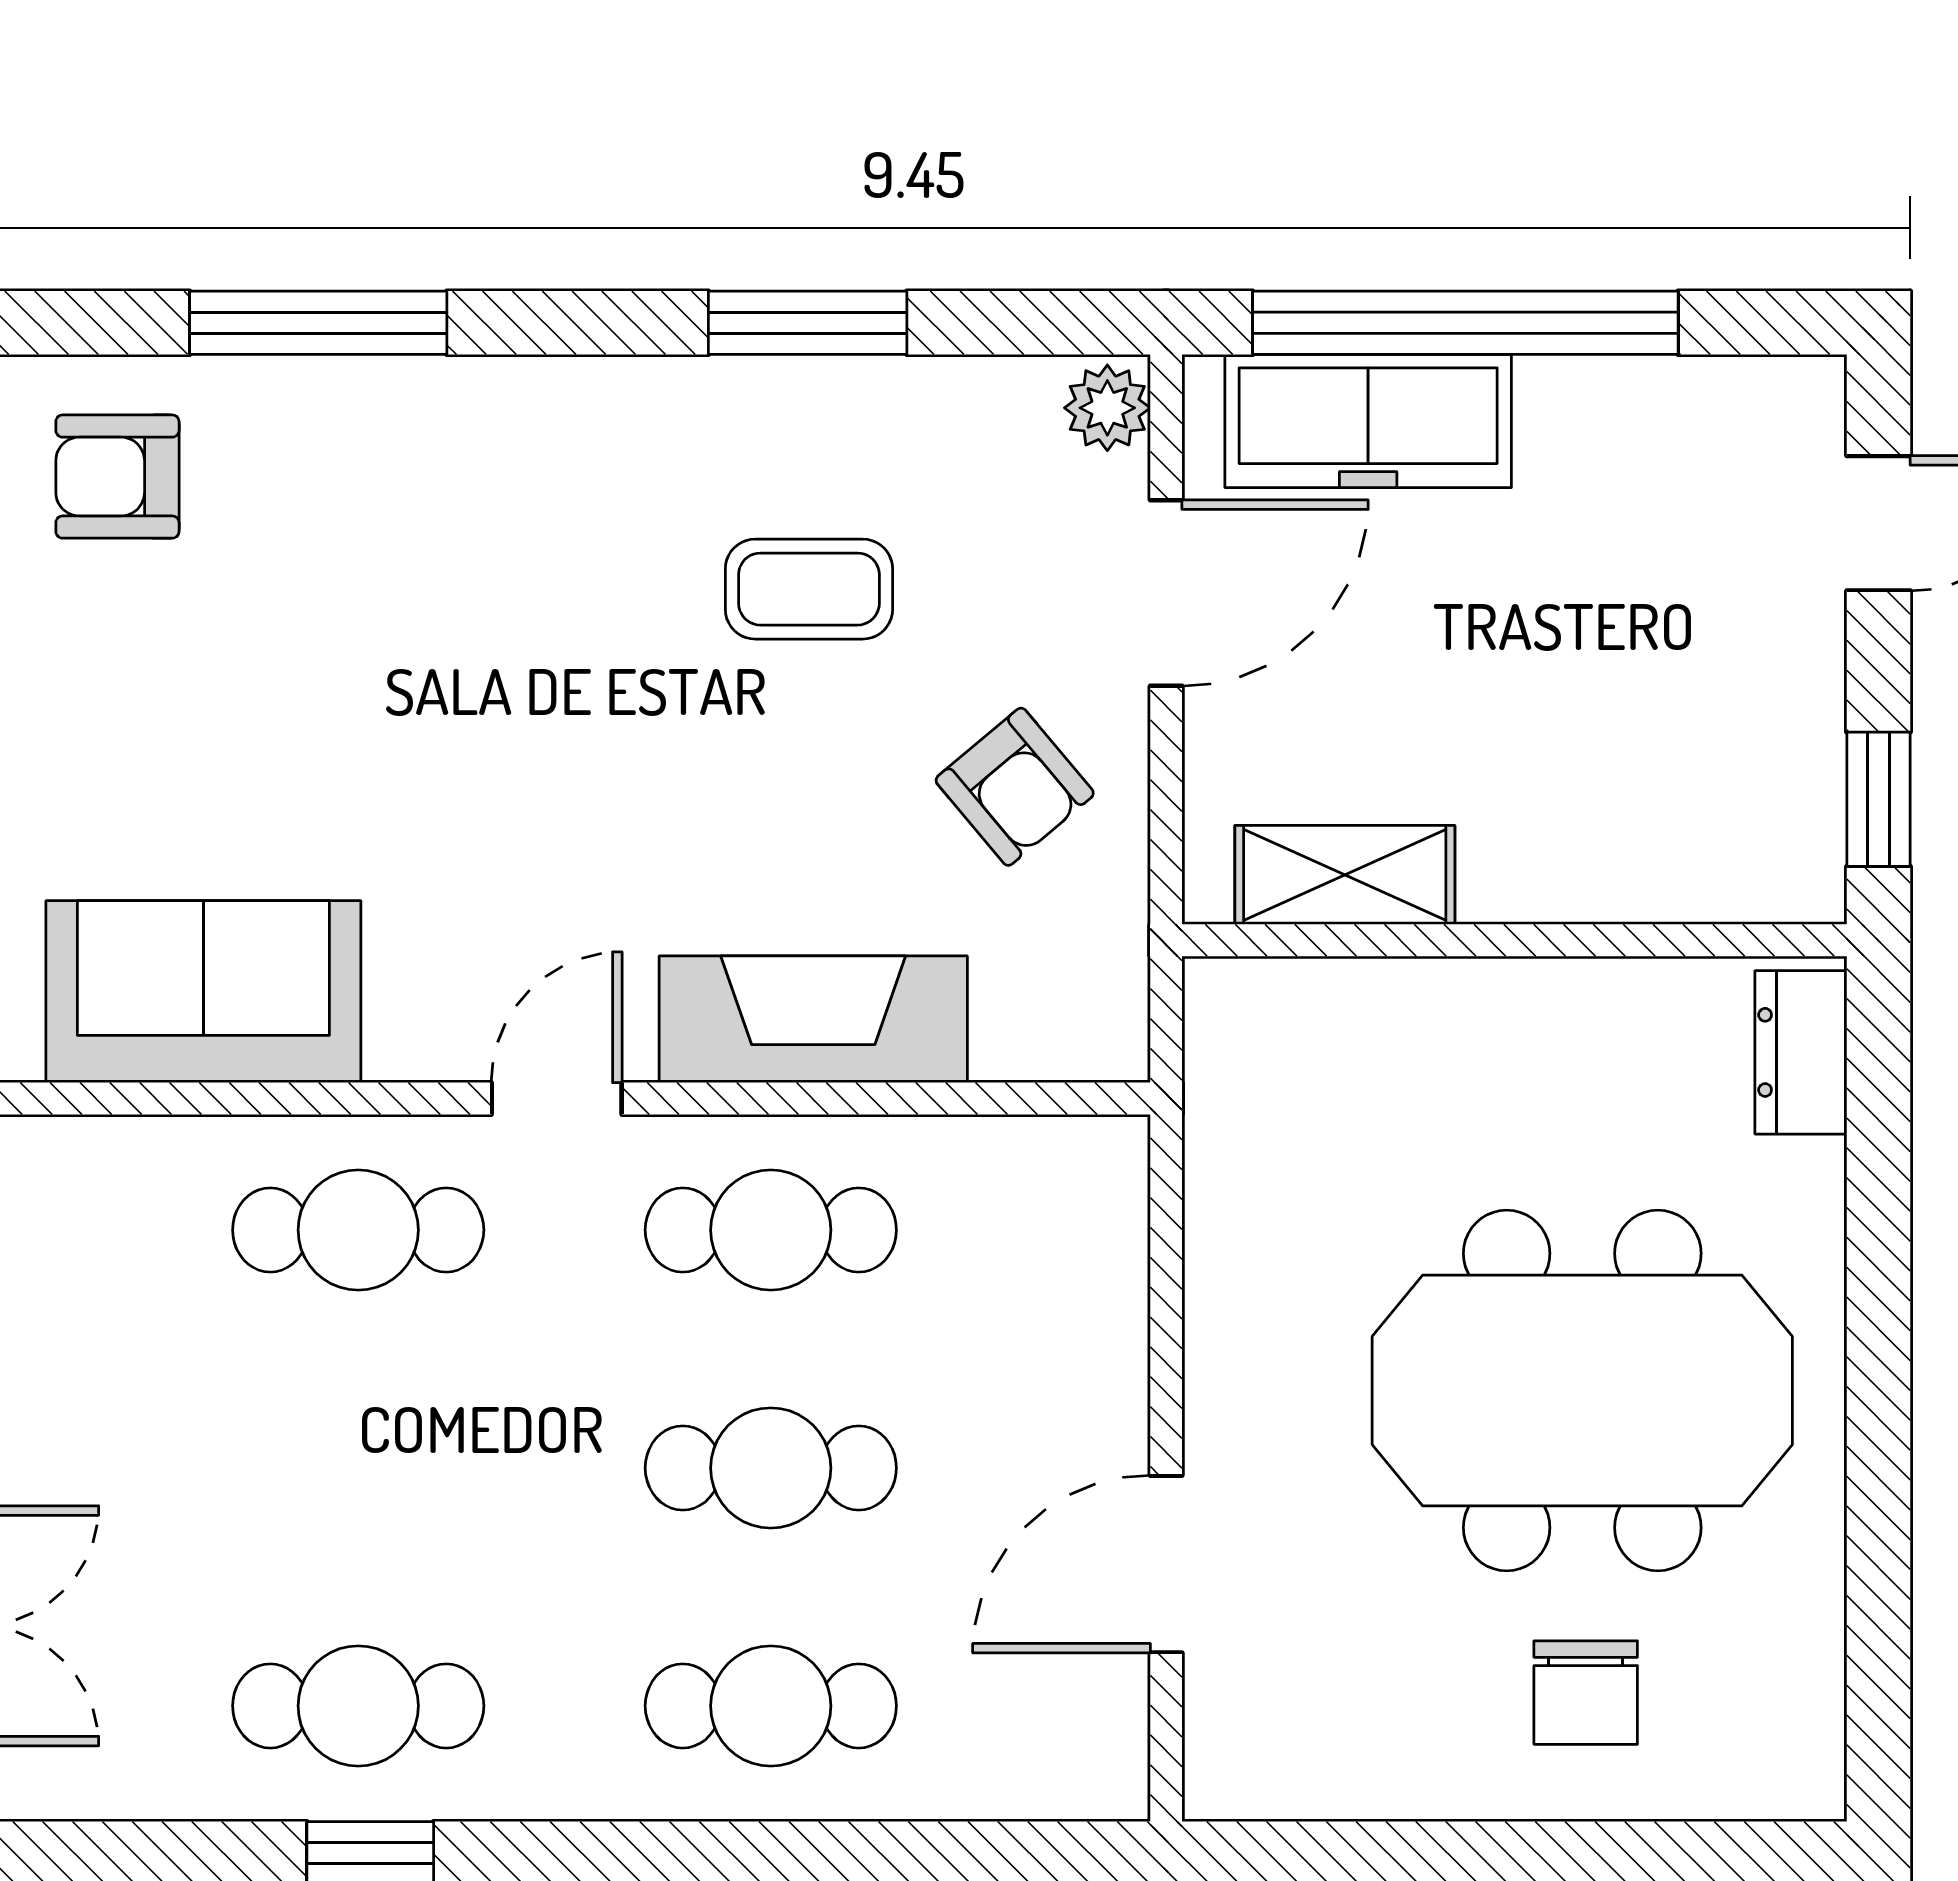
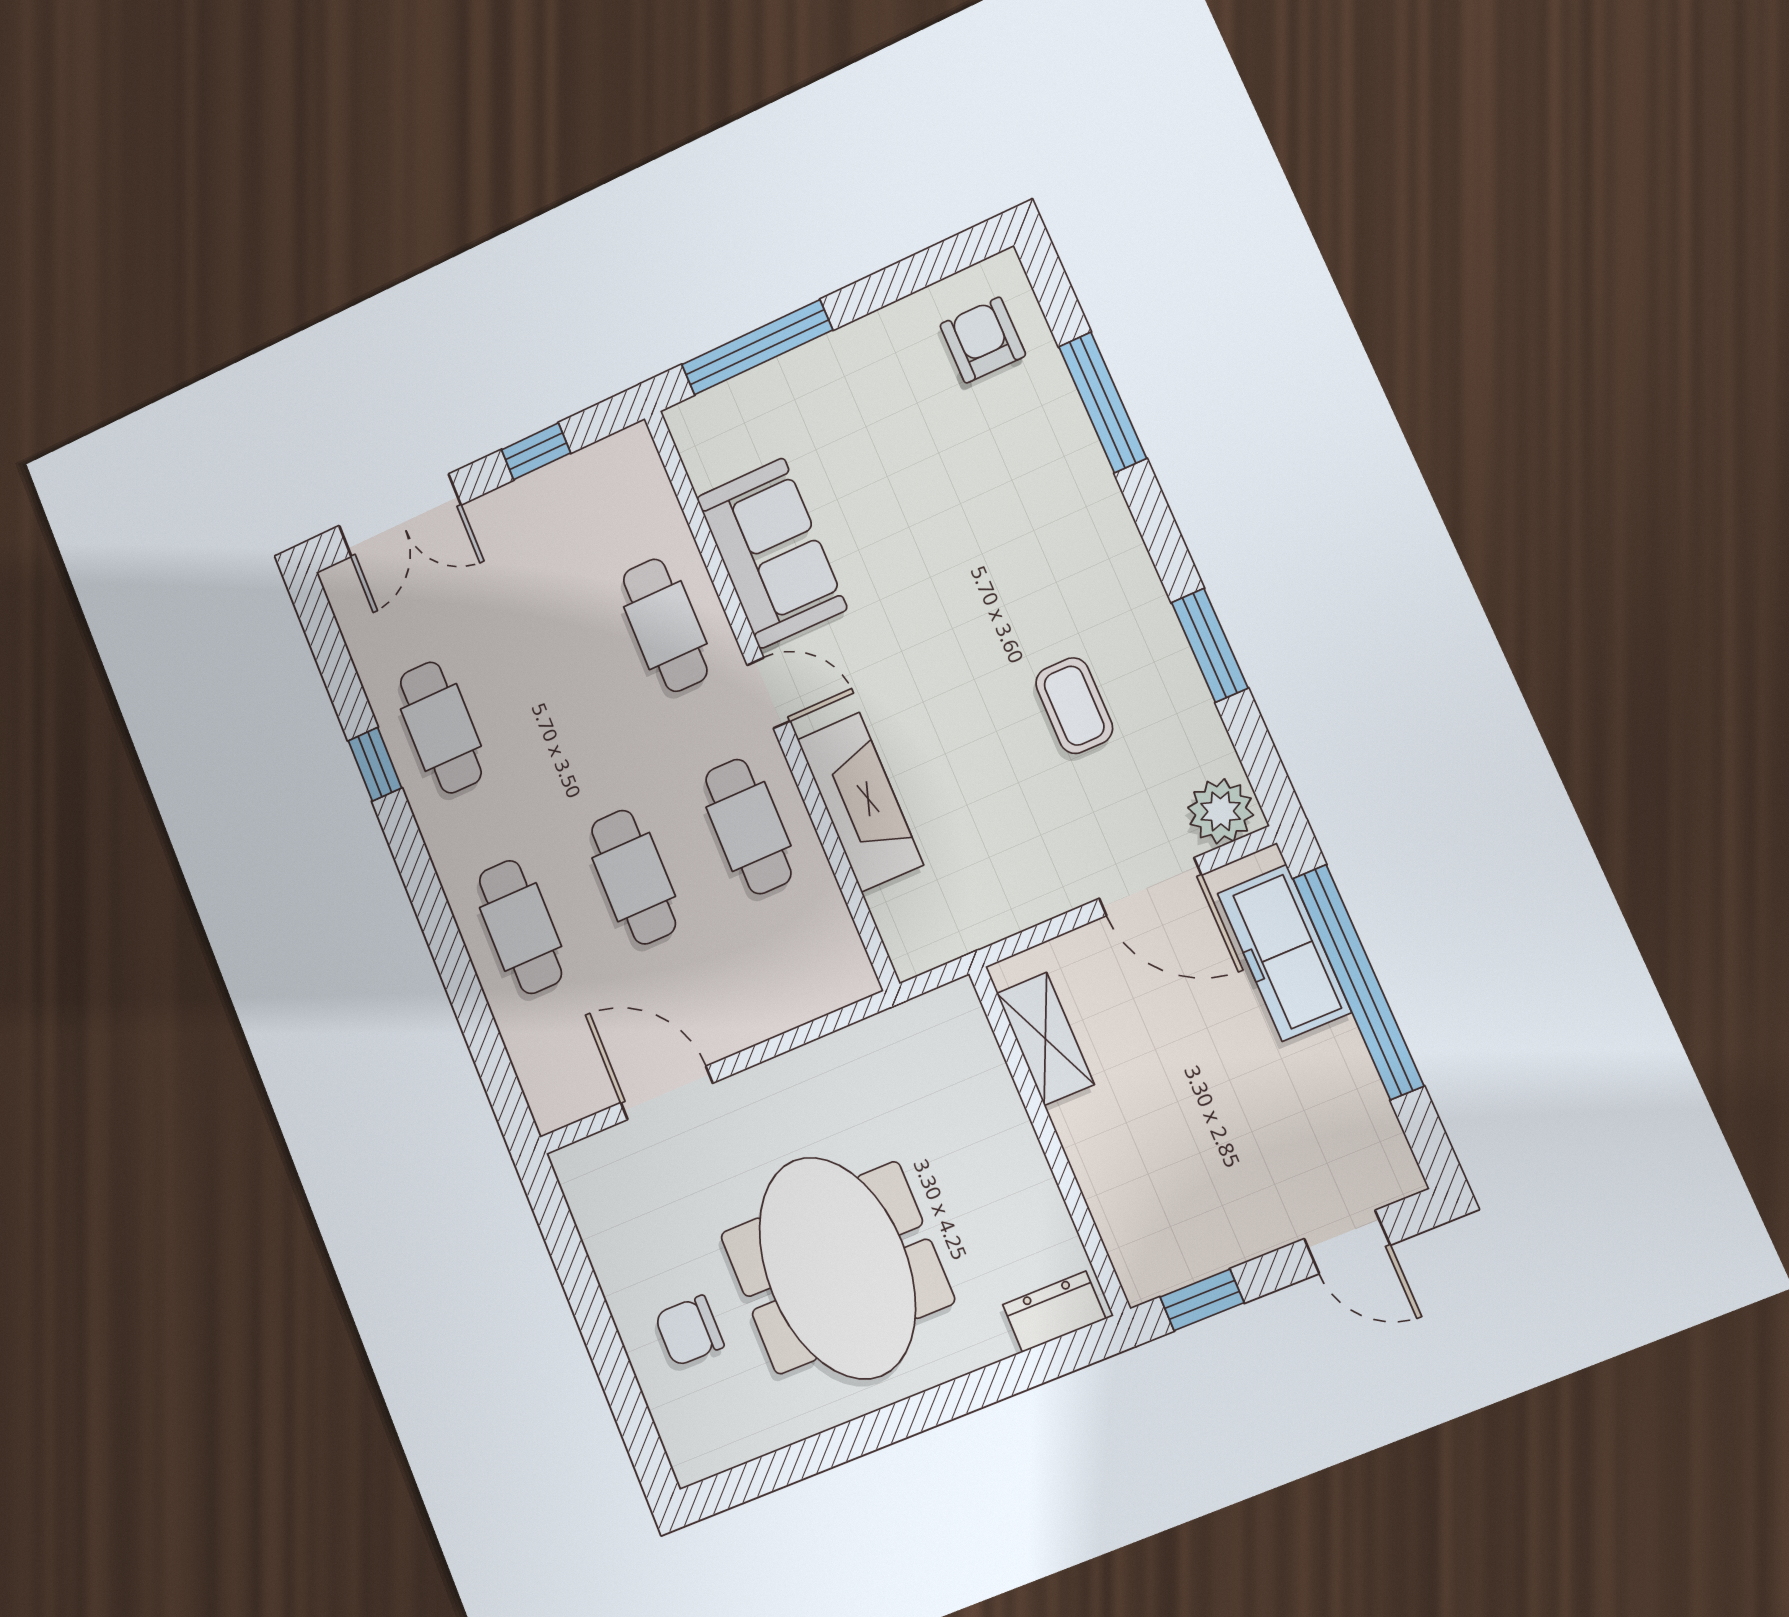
plant: (1107, 408) -> (1221, 811), width x1.38, depth x1.38
armchair: (1015, 787) -> (1019, 852), removed
sofa: (203, 992) -> (772, 553), moved

